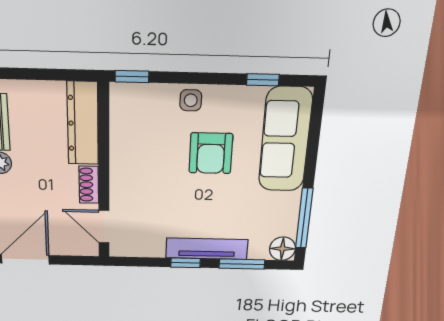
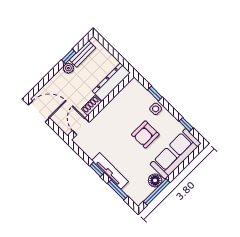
window: (132, 77) -> (155, 93), moved
floor lamp: (282, 249) -> (155, 180), moved

